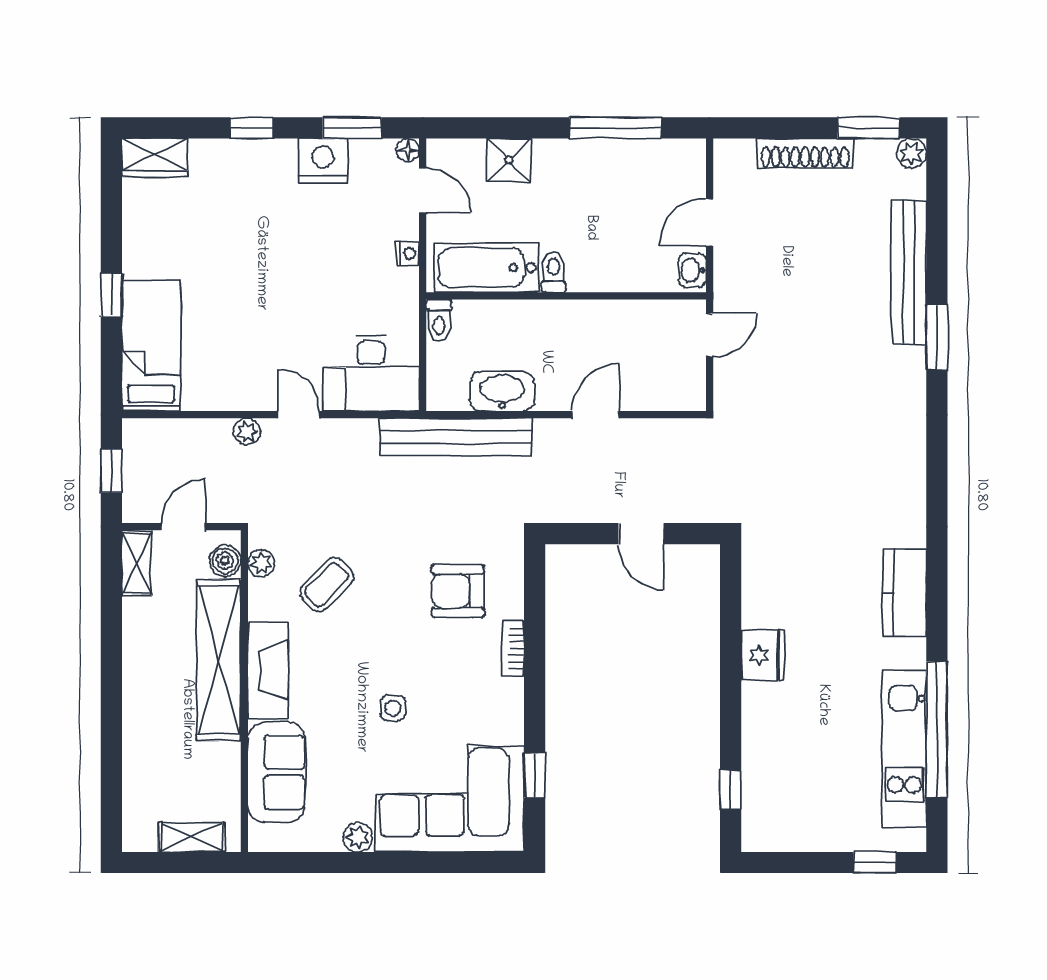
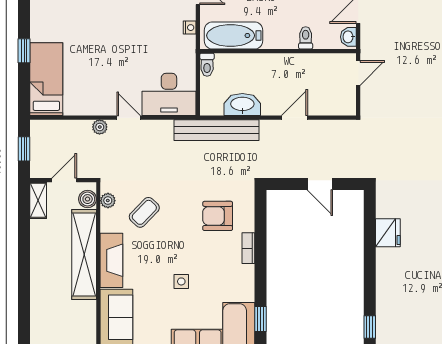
toilet: (554, 272) -> (306, 38), moved
fridge: (763, 655) -> (388, 233), moved

